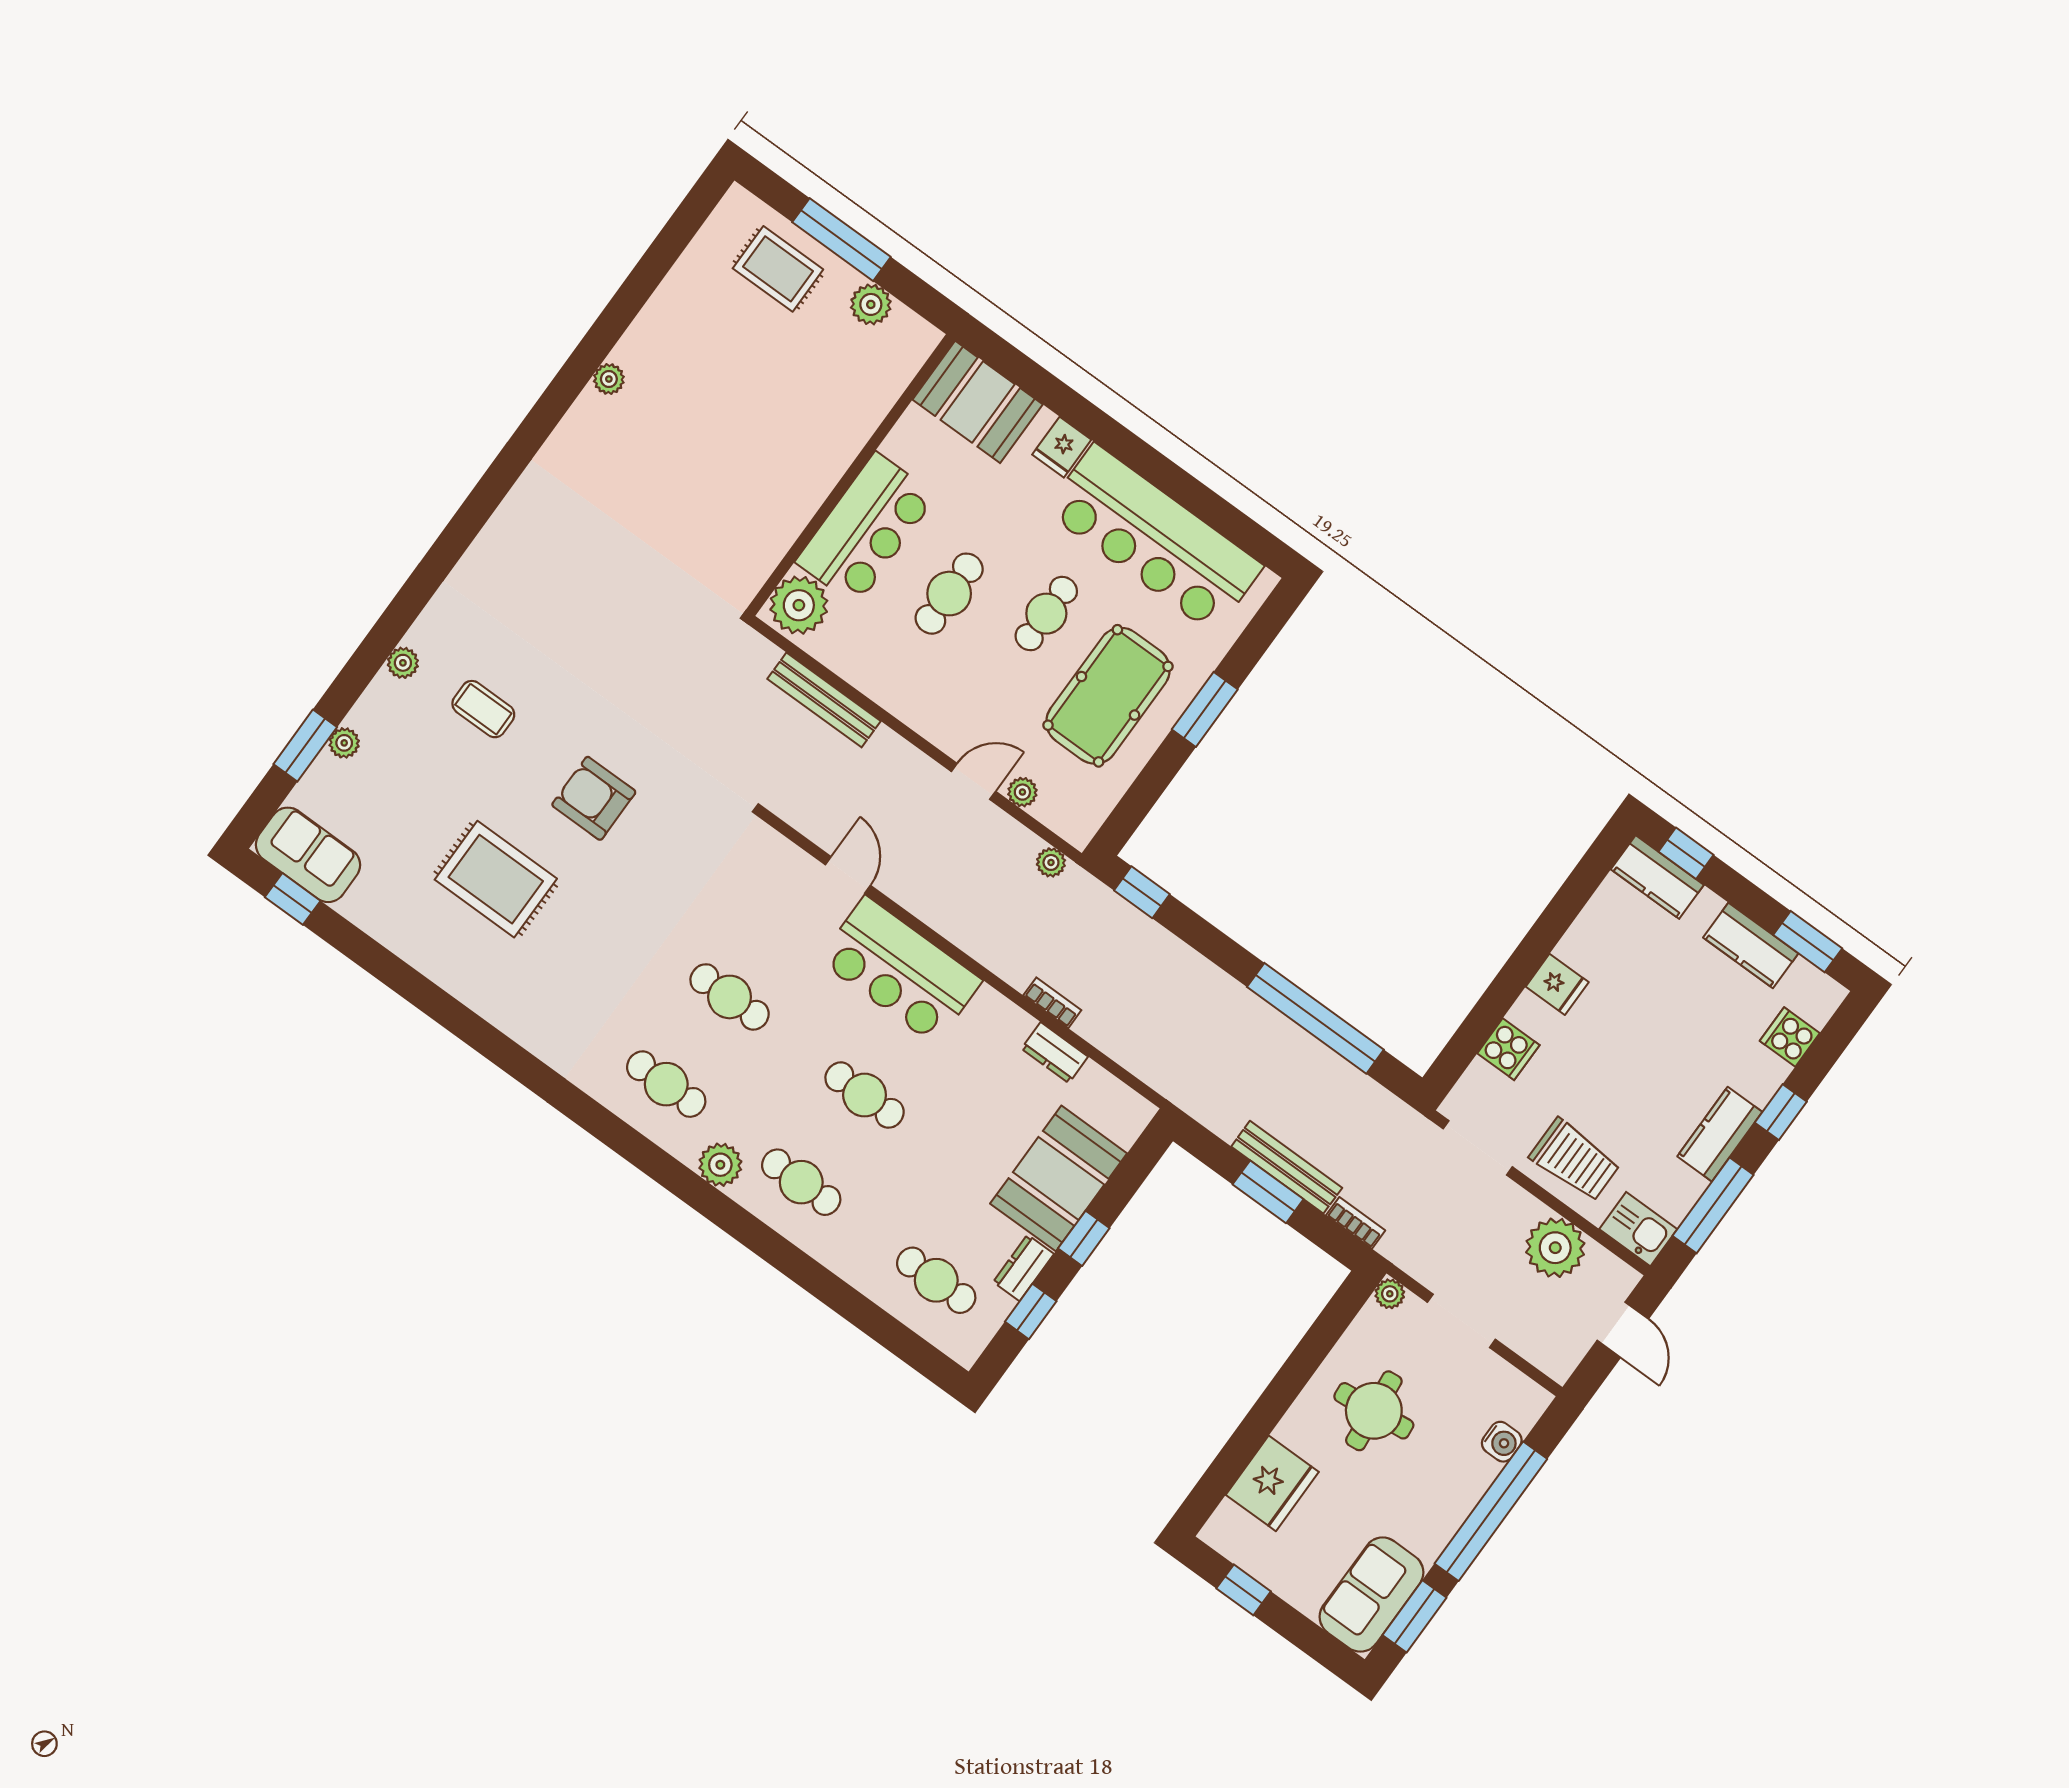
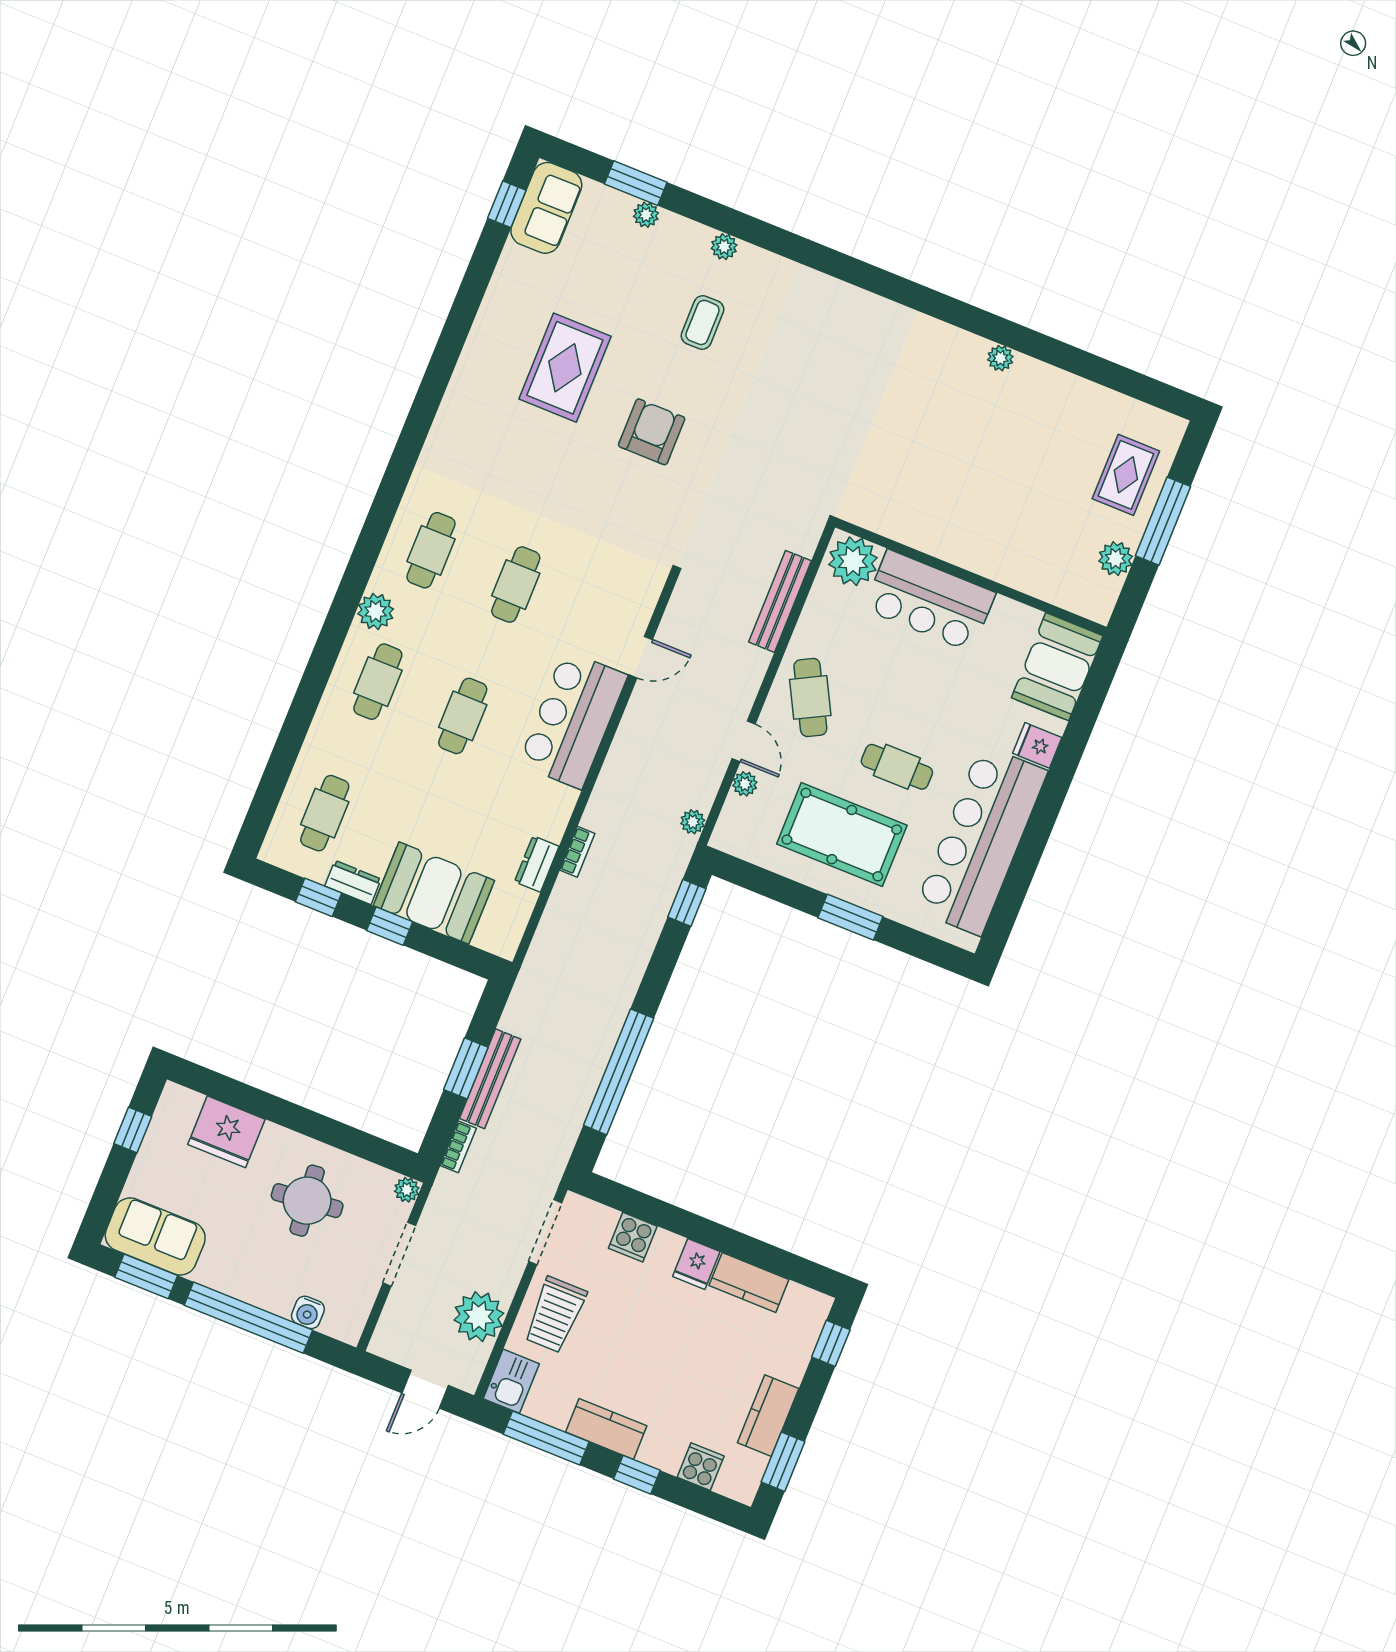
cafe table: (949, 594) -> (810, 697), moved, turned 62
kitchen counter: (1657, 877) -> (749, 1282), moved, turned -90

